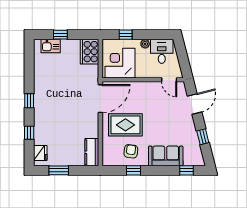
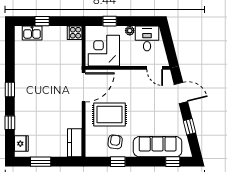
cooker: (90, 52) -> (75, 33), width x0.53, depth x0.76
door: (195, 104) -> (181, 93), hinge flipped
sofa: (166, 156) -> (158, 147), width x1.36

